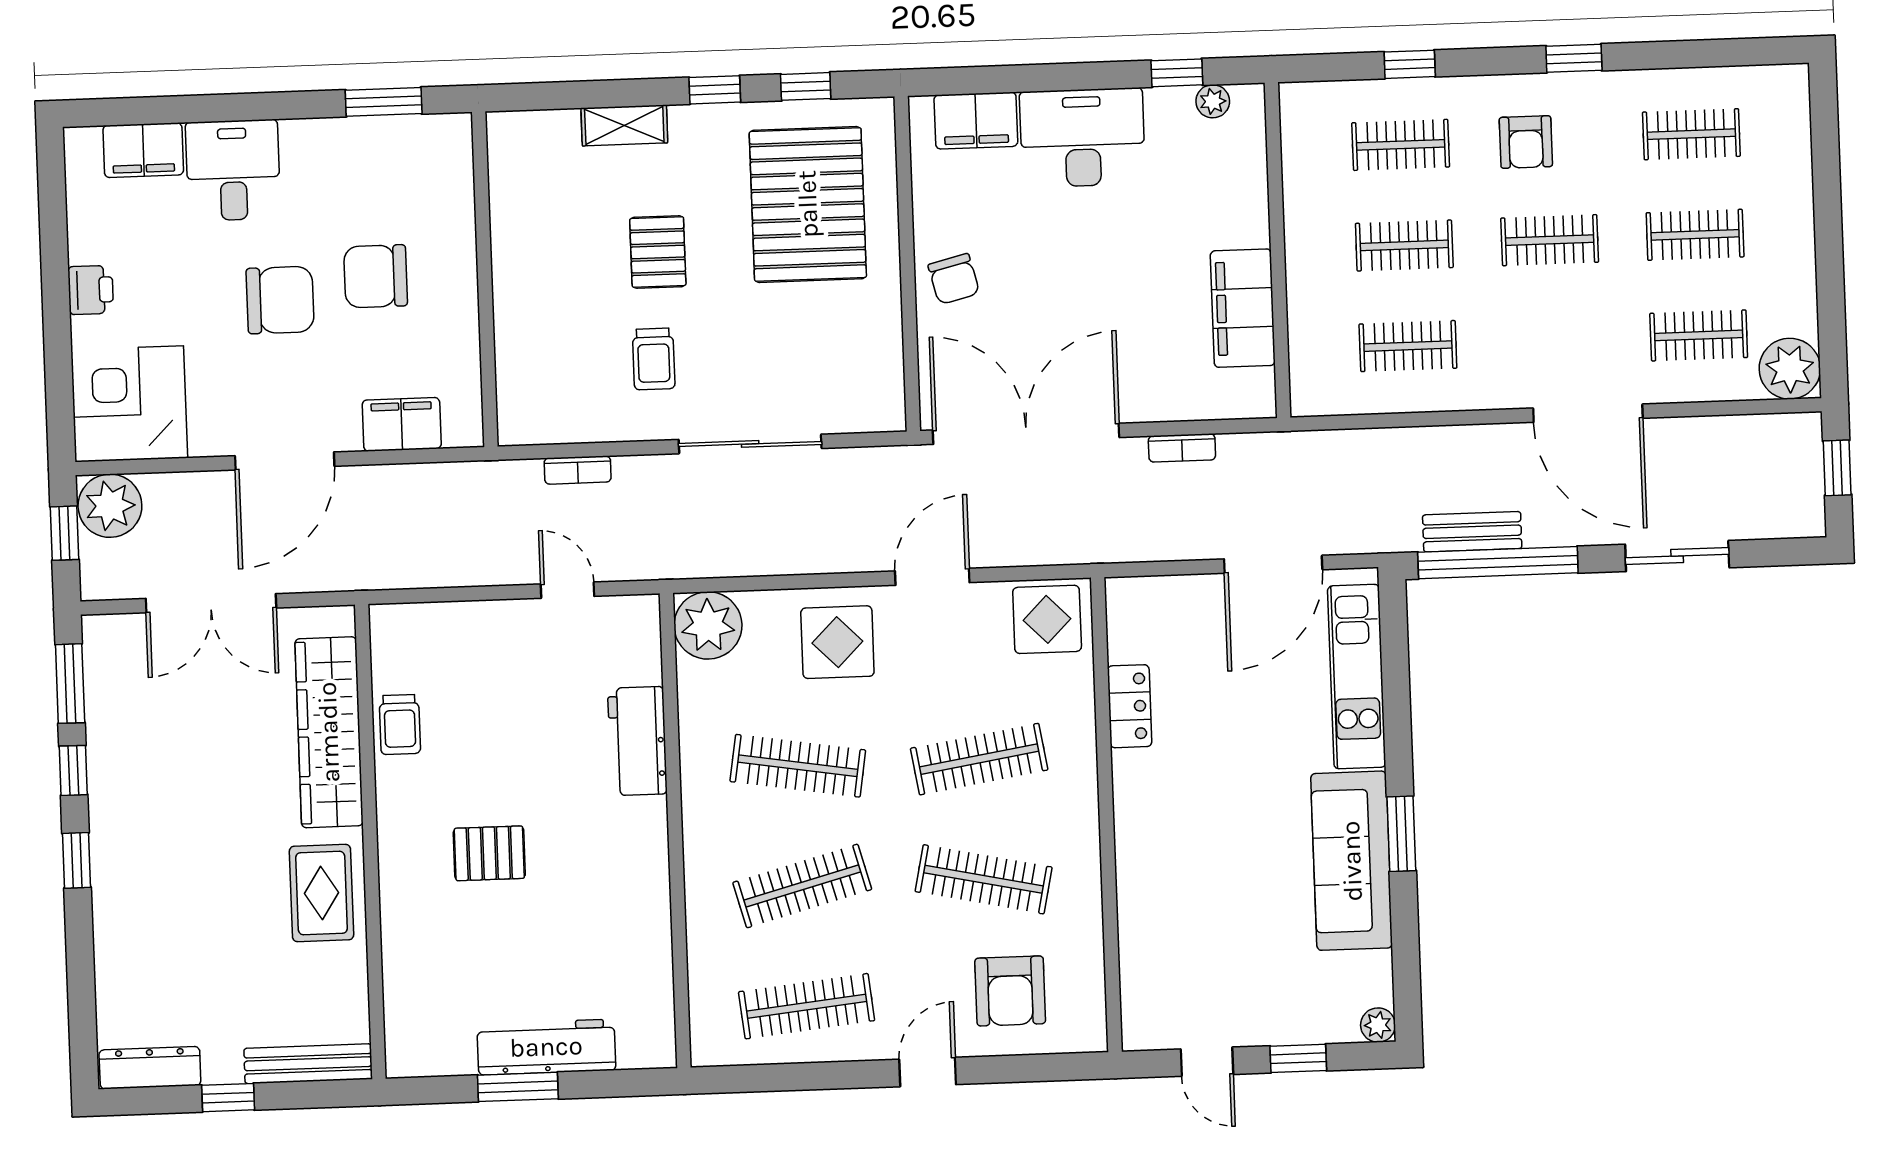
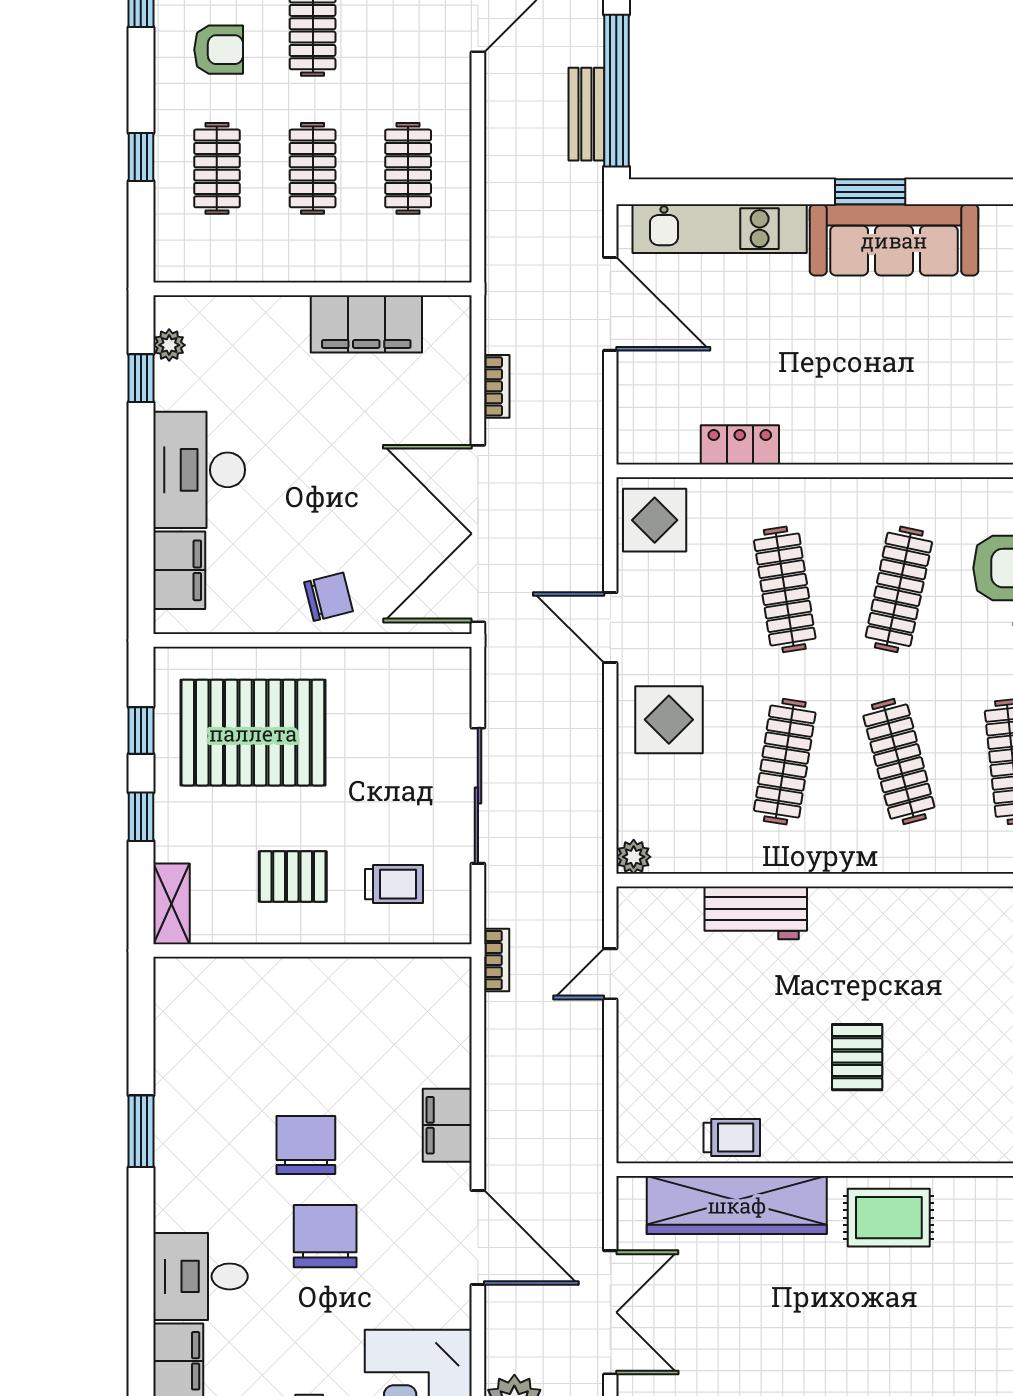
chair: (375, 276) -> (306, 1145), turned 180
wall: (485, 279) -> (313, 950), moved
plant: (708, 625) -> (634, 857), width x0.53, depth x0.53

